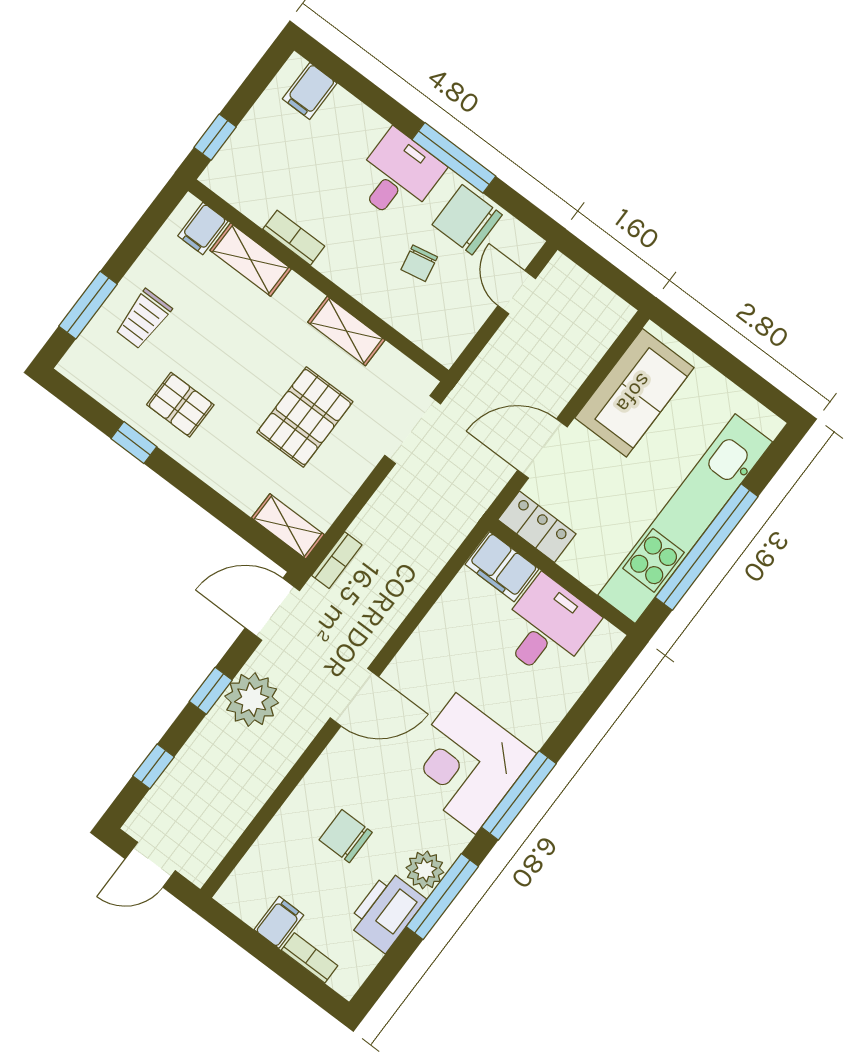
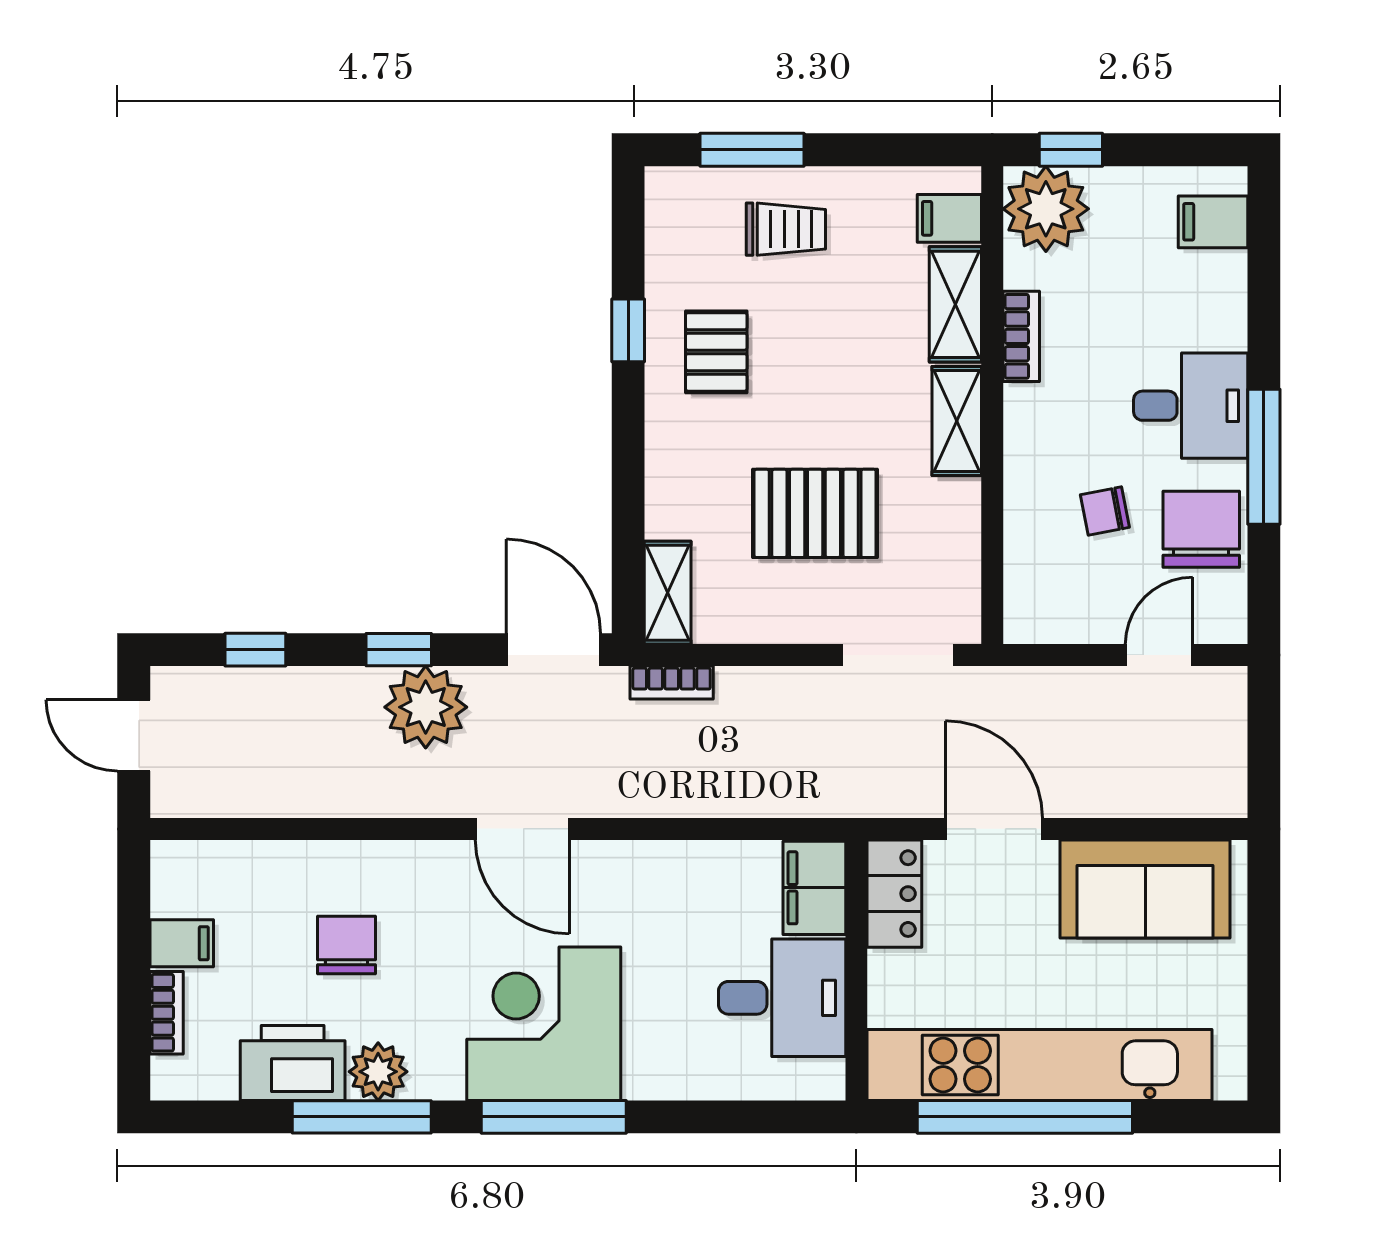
plant: (236, 174) -> (1046, 209), added
trolley: (143, 319) -> (786, 229), turned 180
shelving: (346, 331) -> (957, 421), moved

